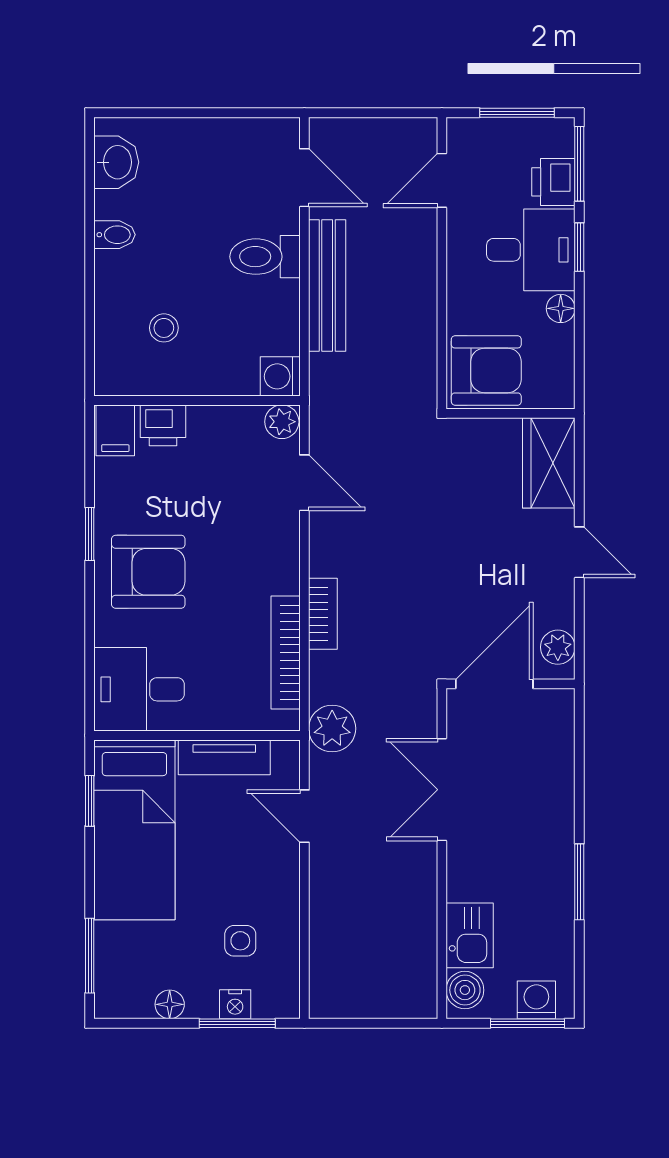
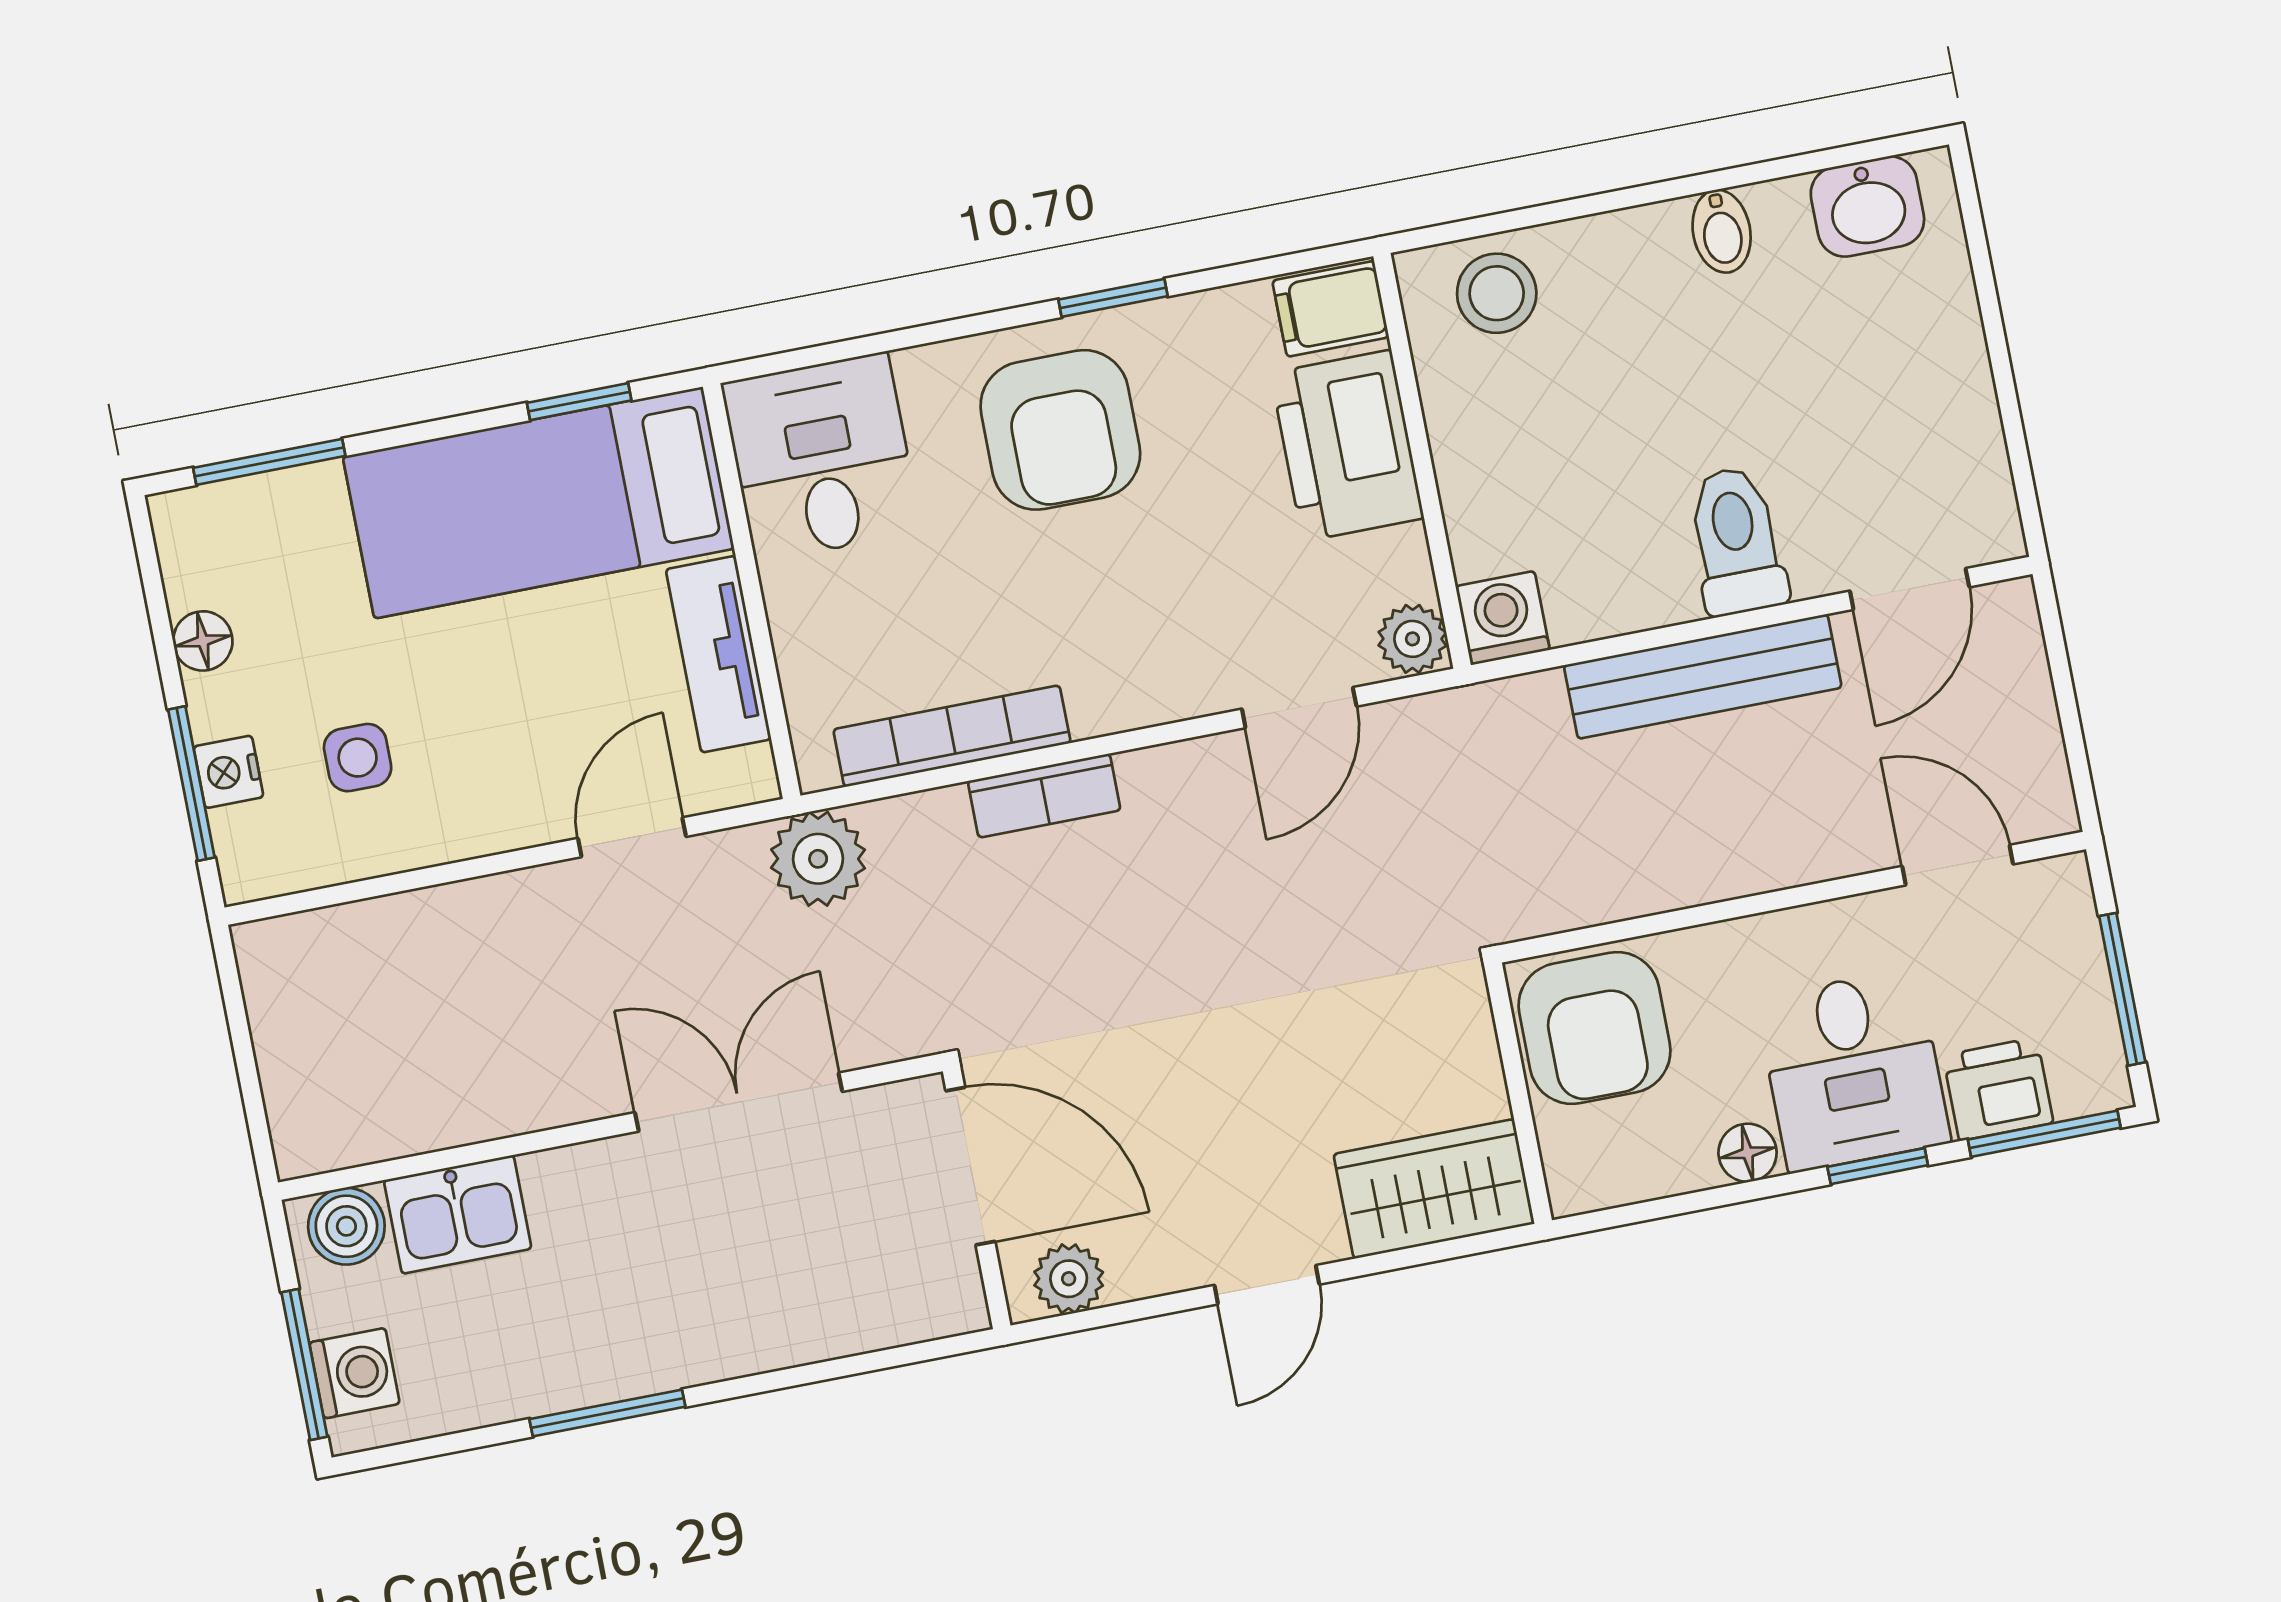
stool: (164, 328) -> (1497, 293), moved, width x1.37, depth x1.37
printer: (163, 425) -> (1347, 446), width x1.87, depth x1.48

